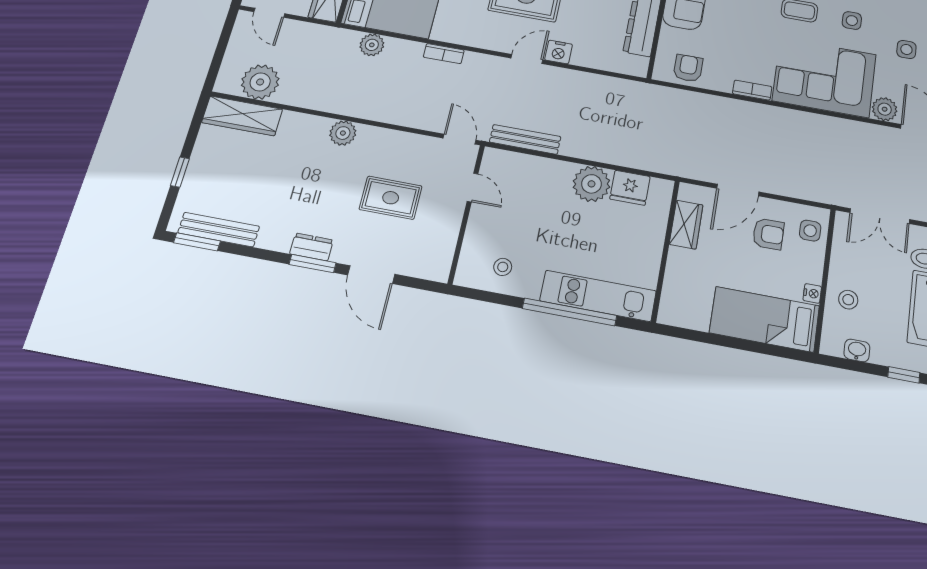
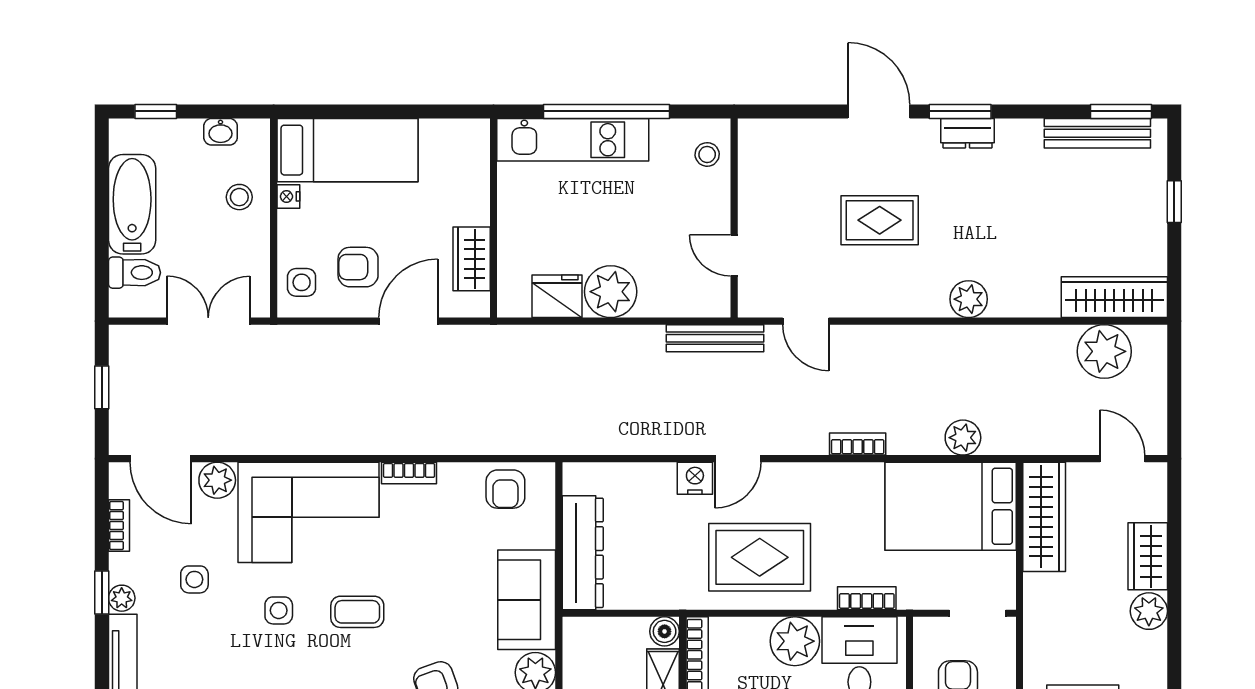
door: (473, 188) -> (734, 256), moved
wall: (466, 213) -> (734, 218), moved

